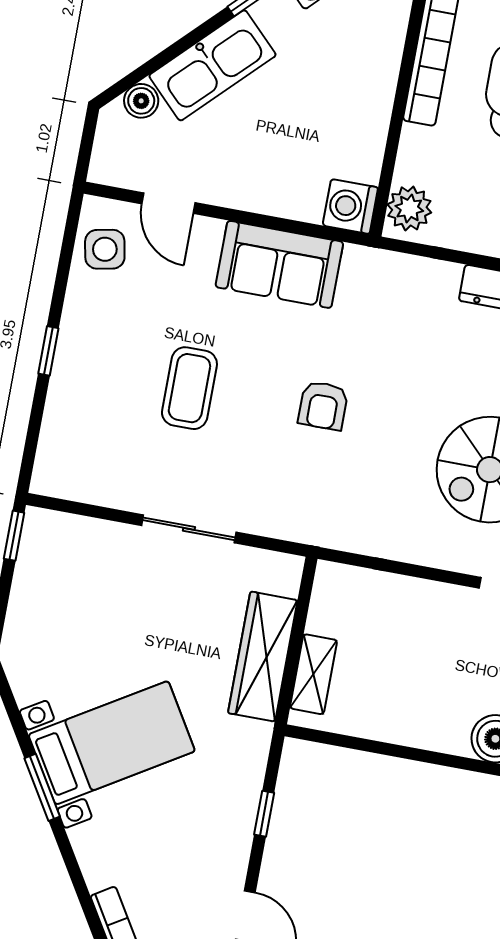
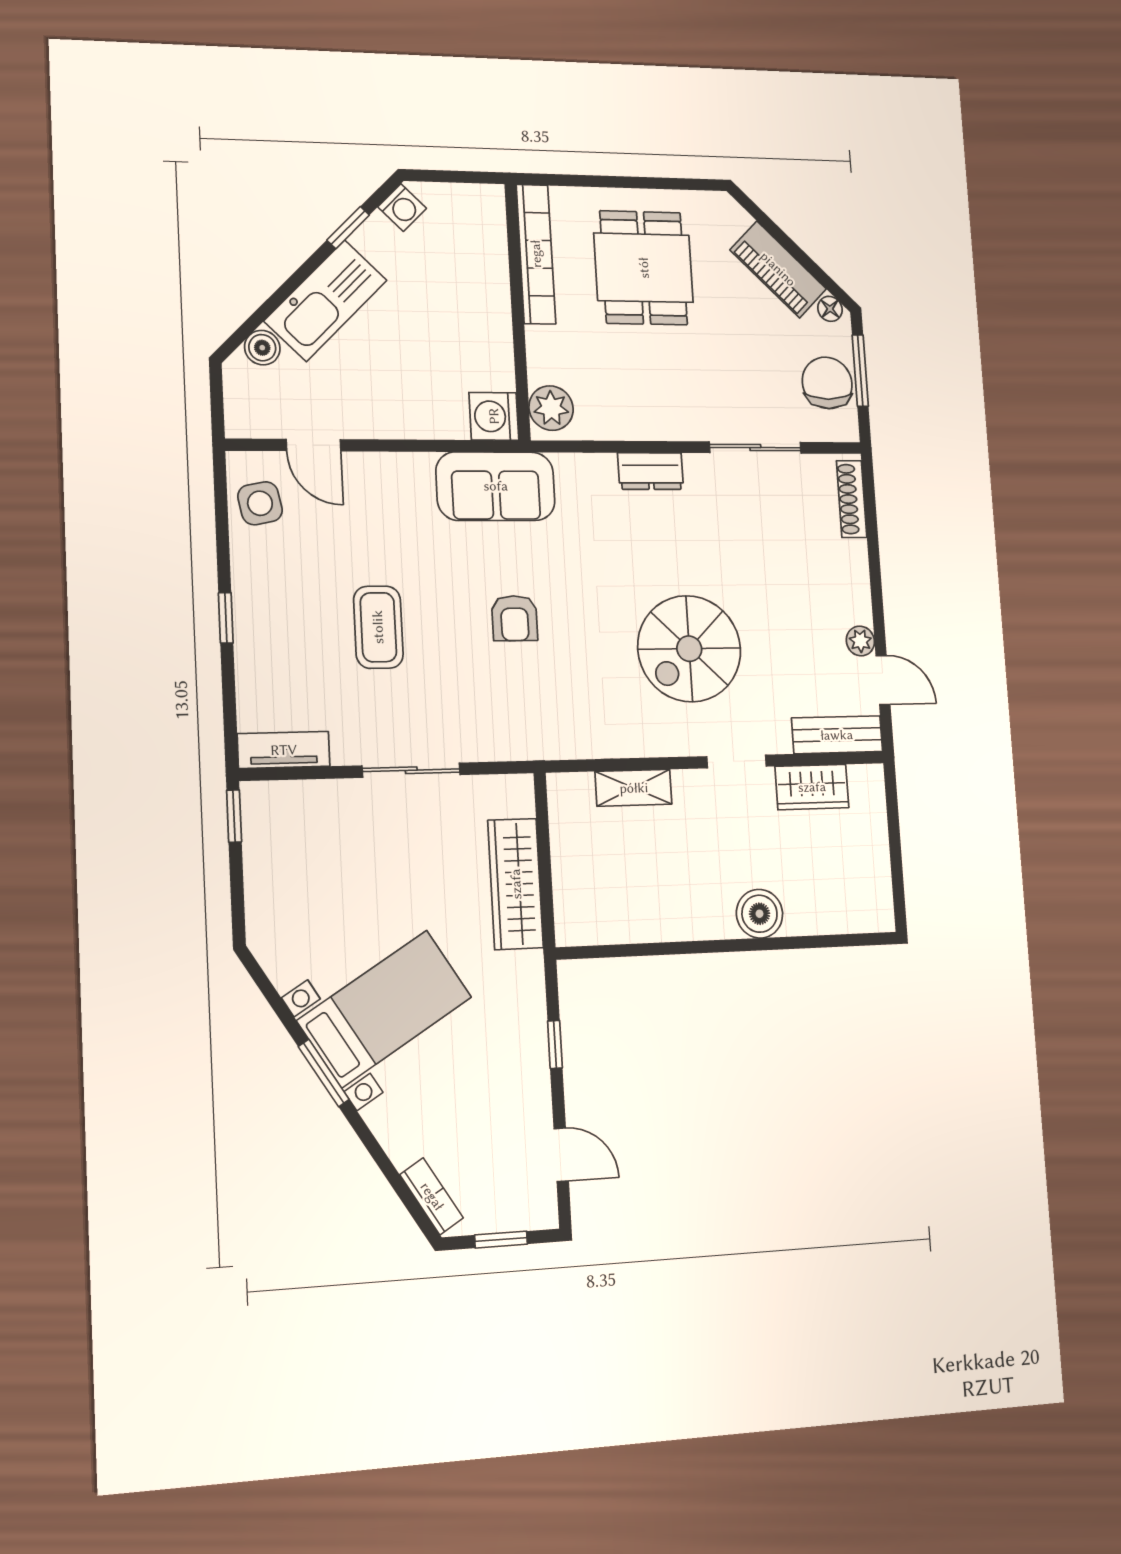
sofa: (279, 264) -> (496, 486), moved
tv unit: (74, 485) -> (284, 750), added
shelving: (313, 674) -> (634, 788), moved, turned 90

